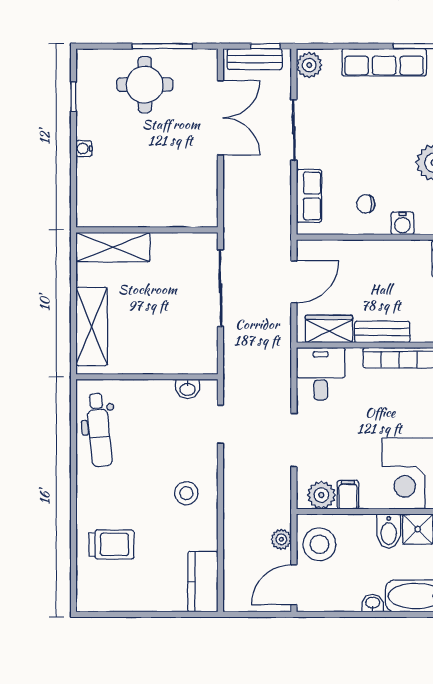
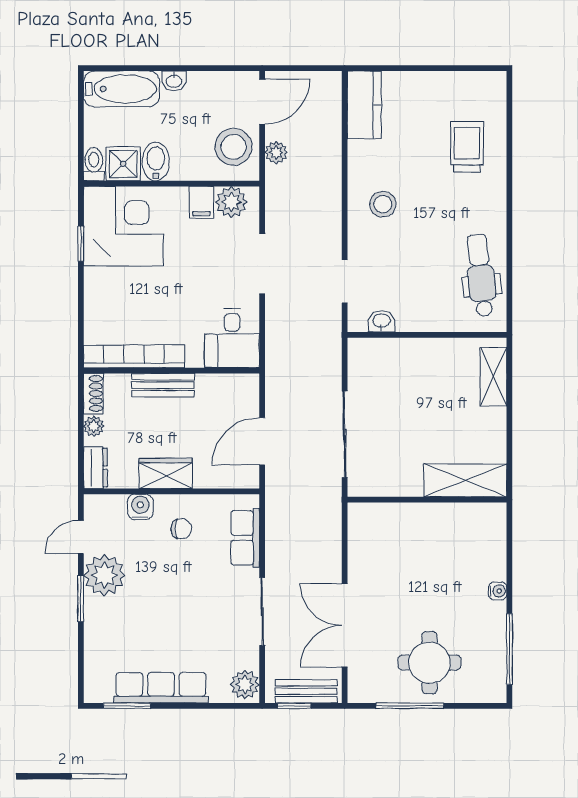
window: (73, 97) -> (509, 649), width x2.17
shelving: (92, 326) -> (494, 377), width x0.67, depth x0.75
wardrobe: (329, 329) -> (166, 473), moved, turned 180
trolley: (111, 544) -> (467, 147), turned 90

